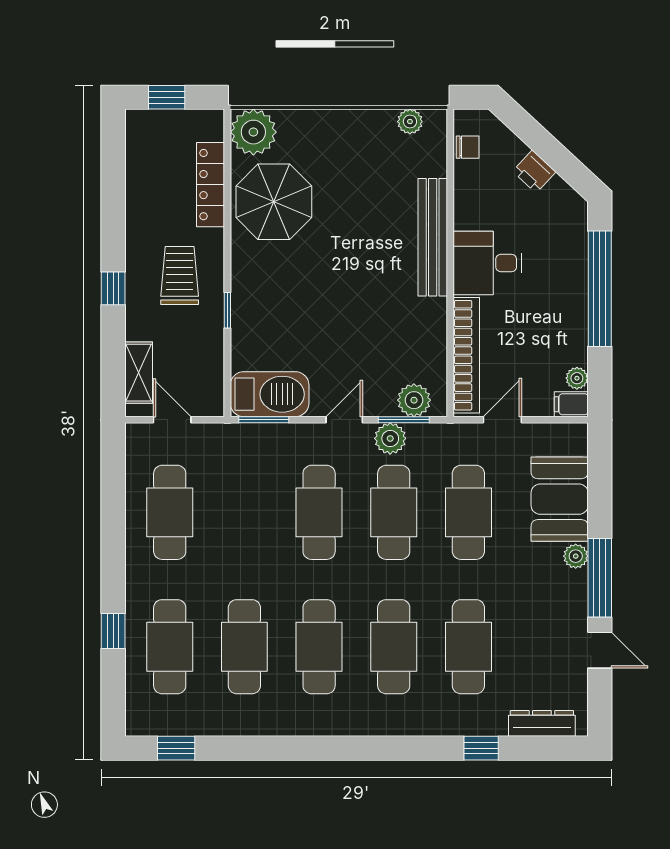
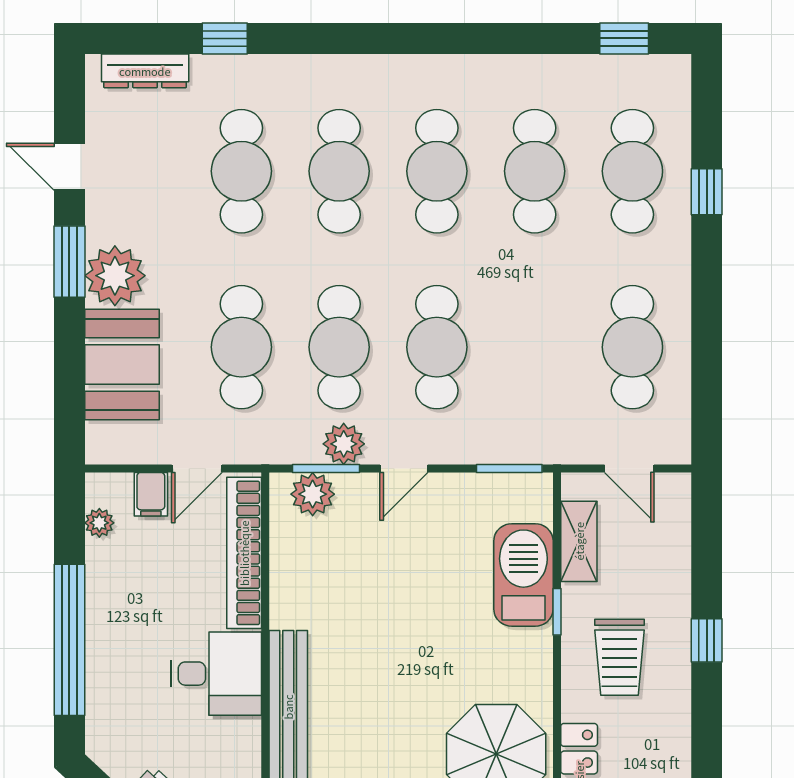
shelving: (139, 373) -> (579, 541), moved
barbecue: (270, 394) -> (523, 575), moved, turned 90
filing cabinet: (571, 404) -> (151, 494), moved, turned 90
plant: (576, 556) -> (115, 276), width x1.88, depth x1.88
window: (600, 578) -> (69, 262), width x0.69

